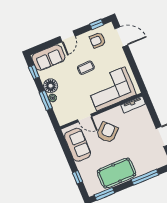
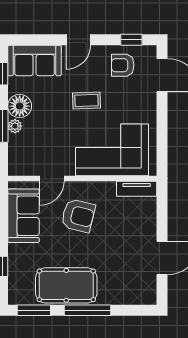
door: (85, 118) -> (52, 179), hinge flipped
armchair: (107, 132) -> (78, 216), turned 58
window: (145, 177) -> (88, 310), moved

